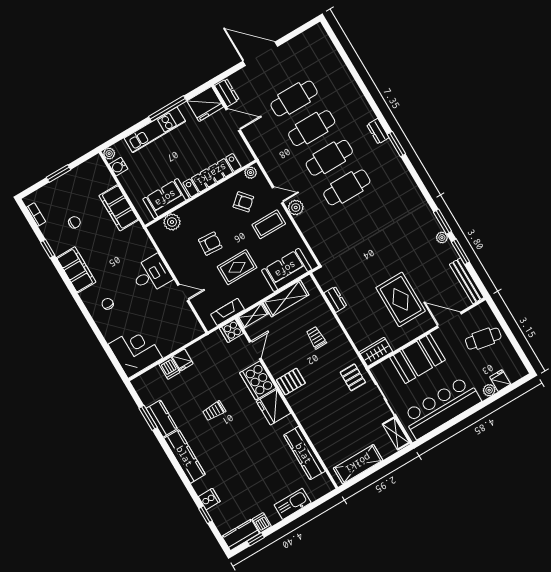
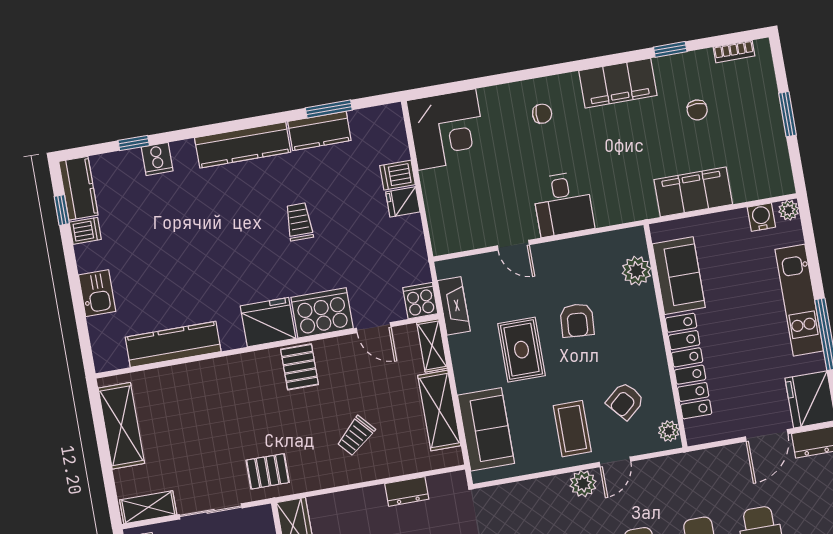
door: (183, 293) -> (513, 245), hinge flipped
trolley: (316, 338) -> (356, 436), turned 138
kitchen sink: (293, 504) -> (97, 293), width x0.73

